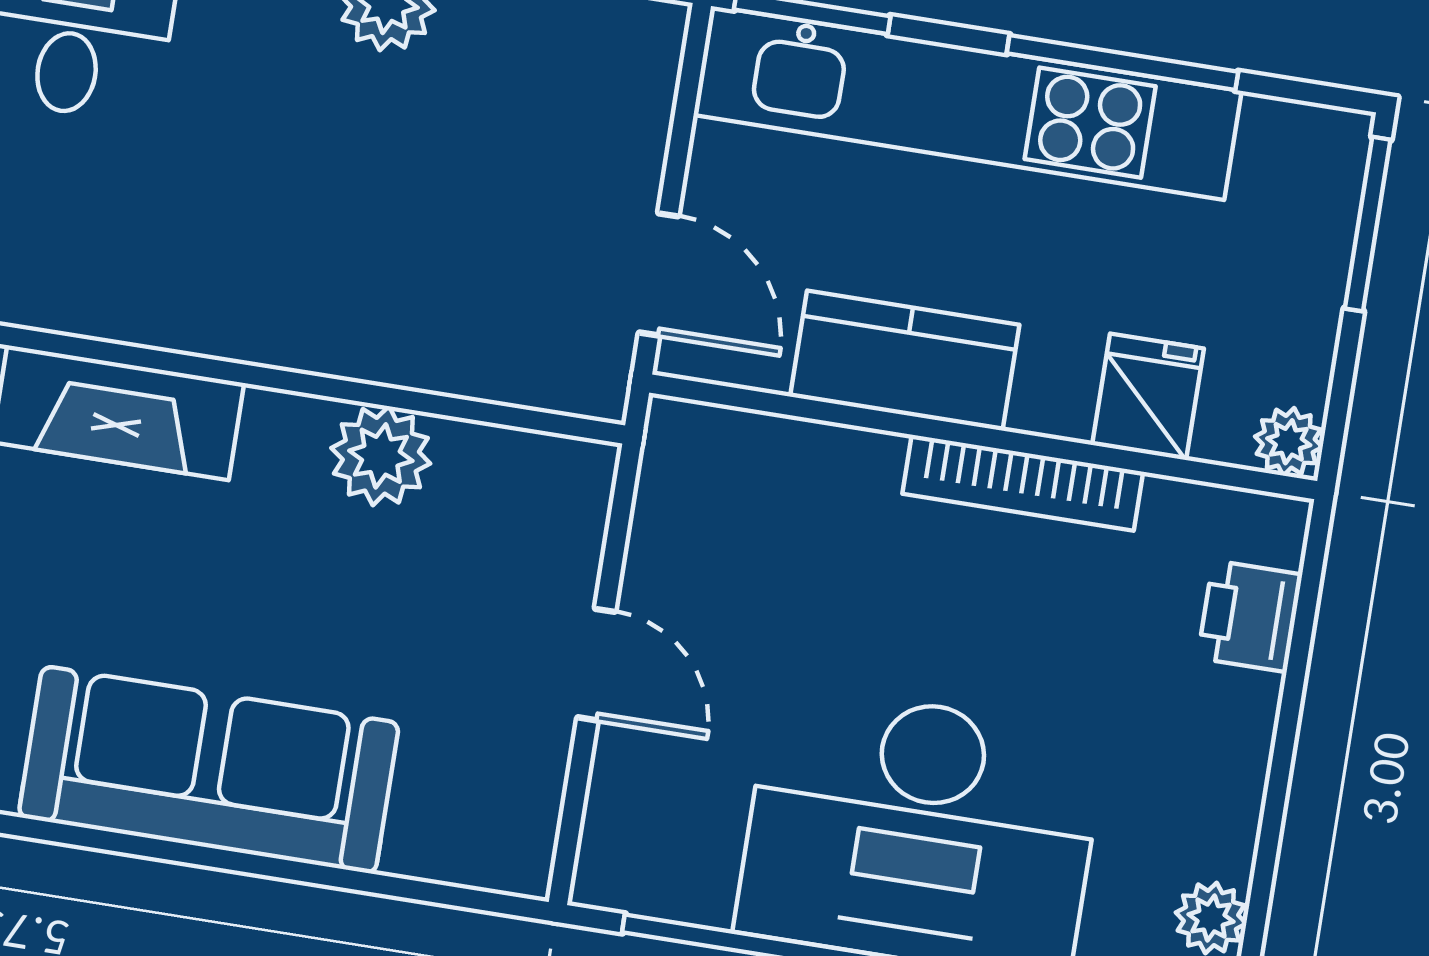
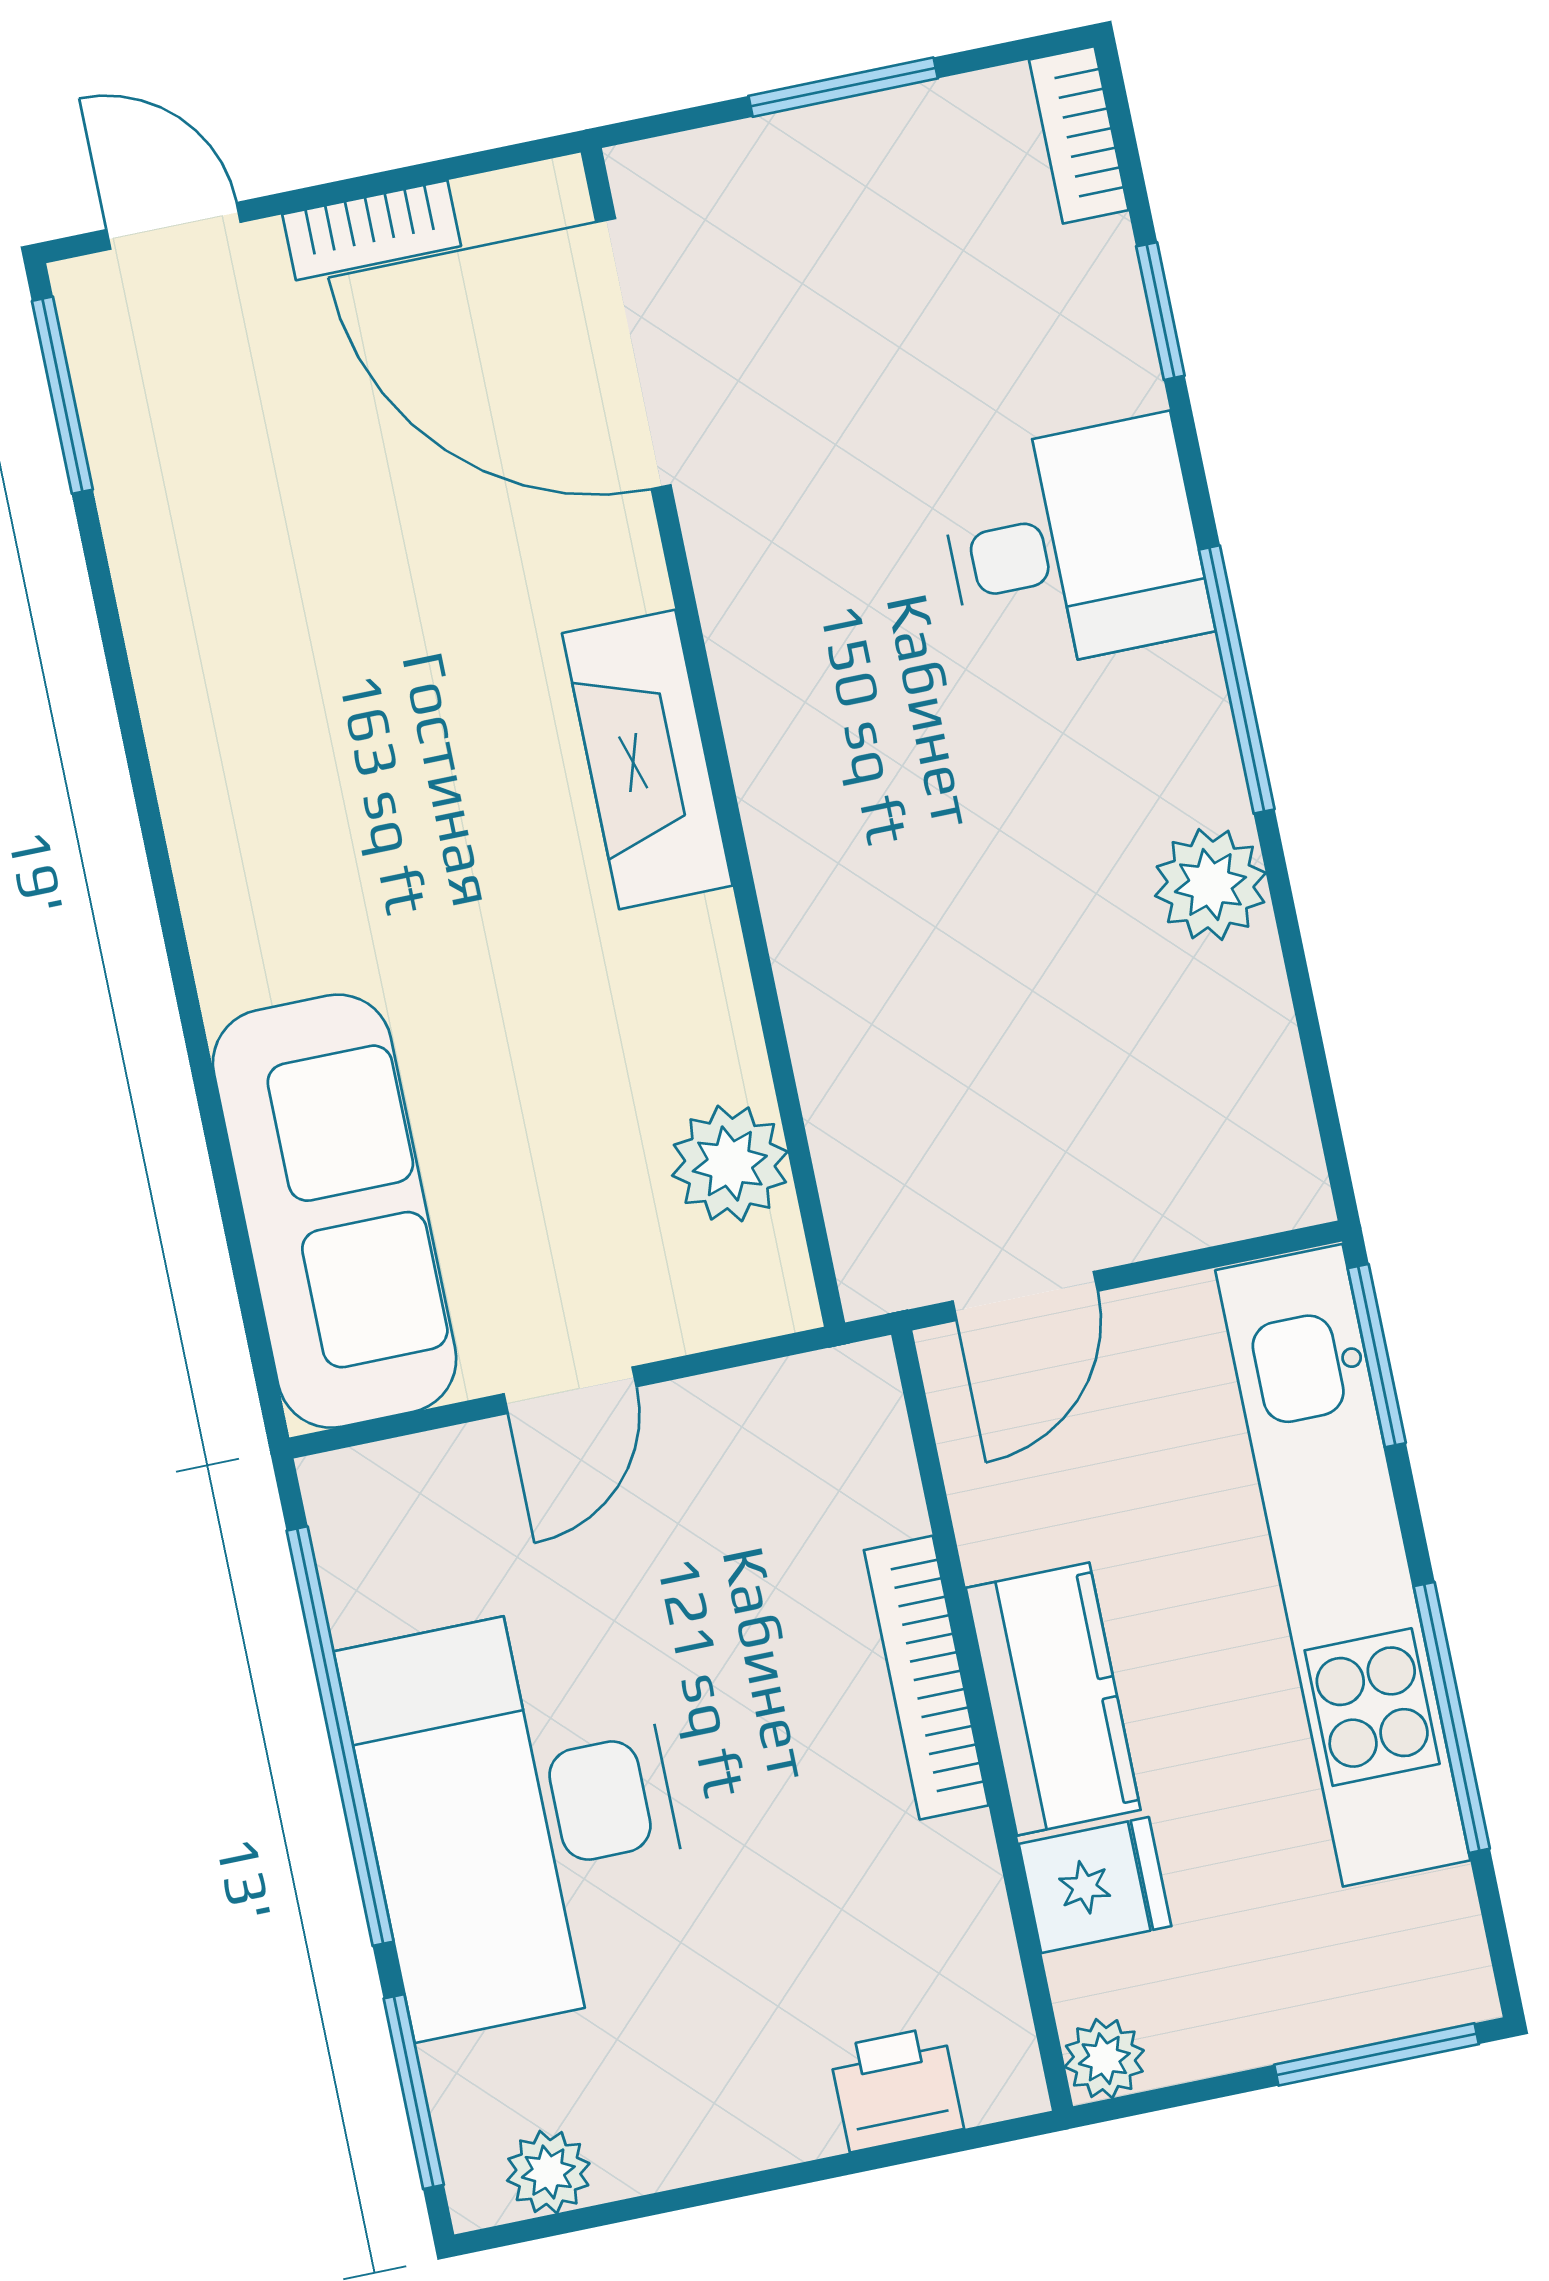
kitchen counter: (905, 361) -> (1053, 1699), moved
plant: (381, 456) -> (730, 1164), moved
bookcase: (1023, 483) -> (926, 1678), moved
sofa: (209, 770) -> (335, 1211), moved

